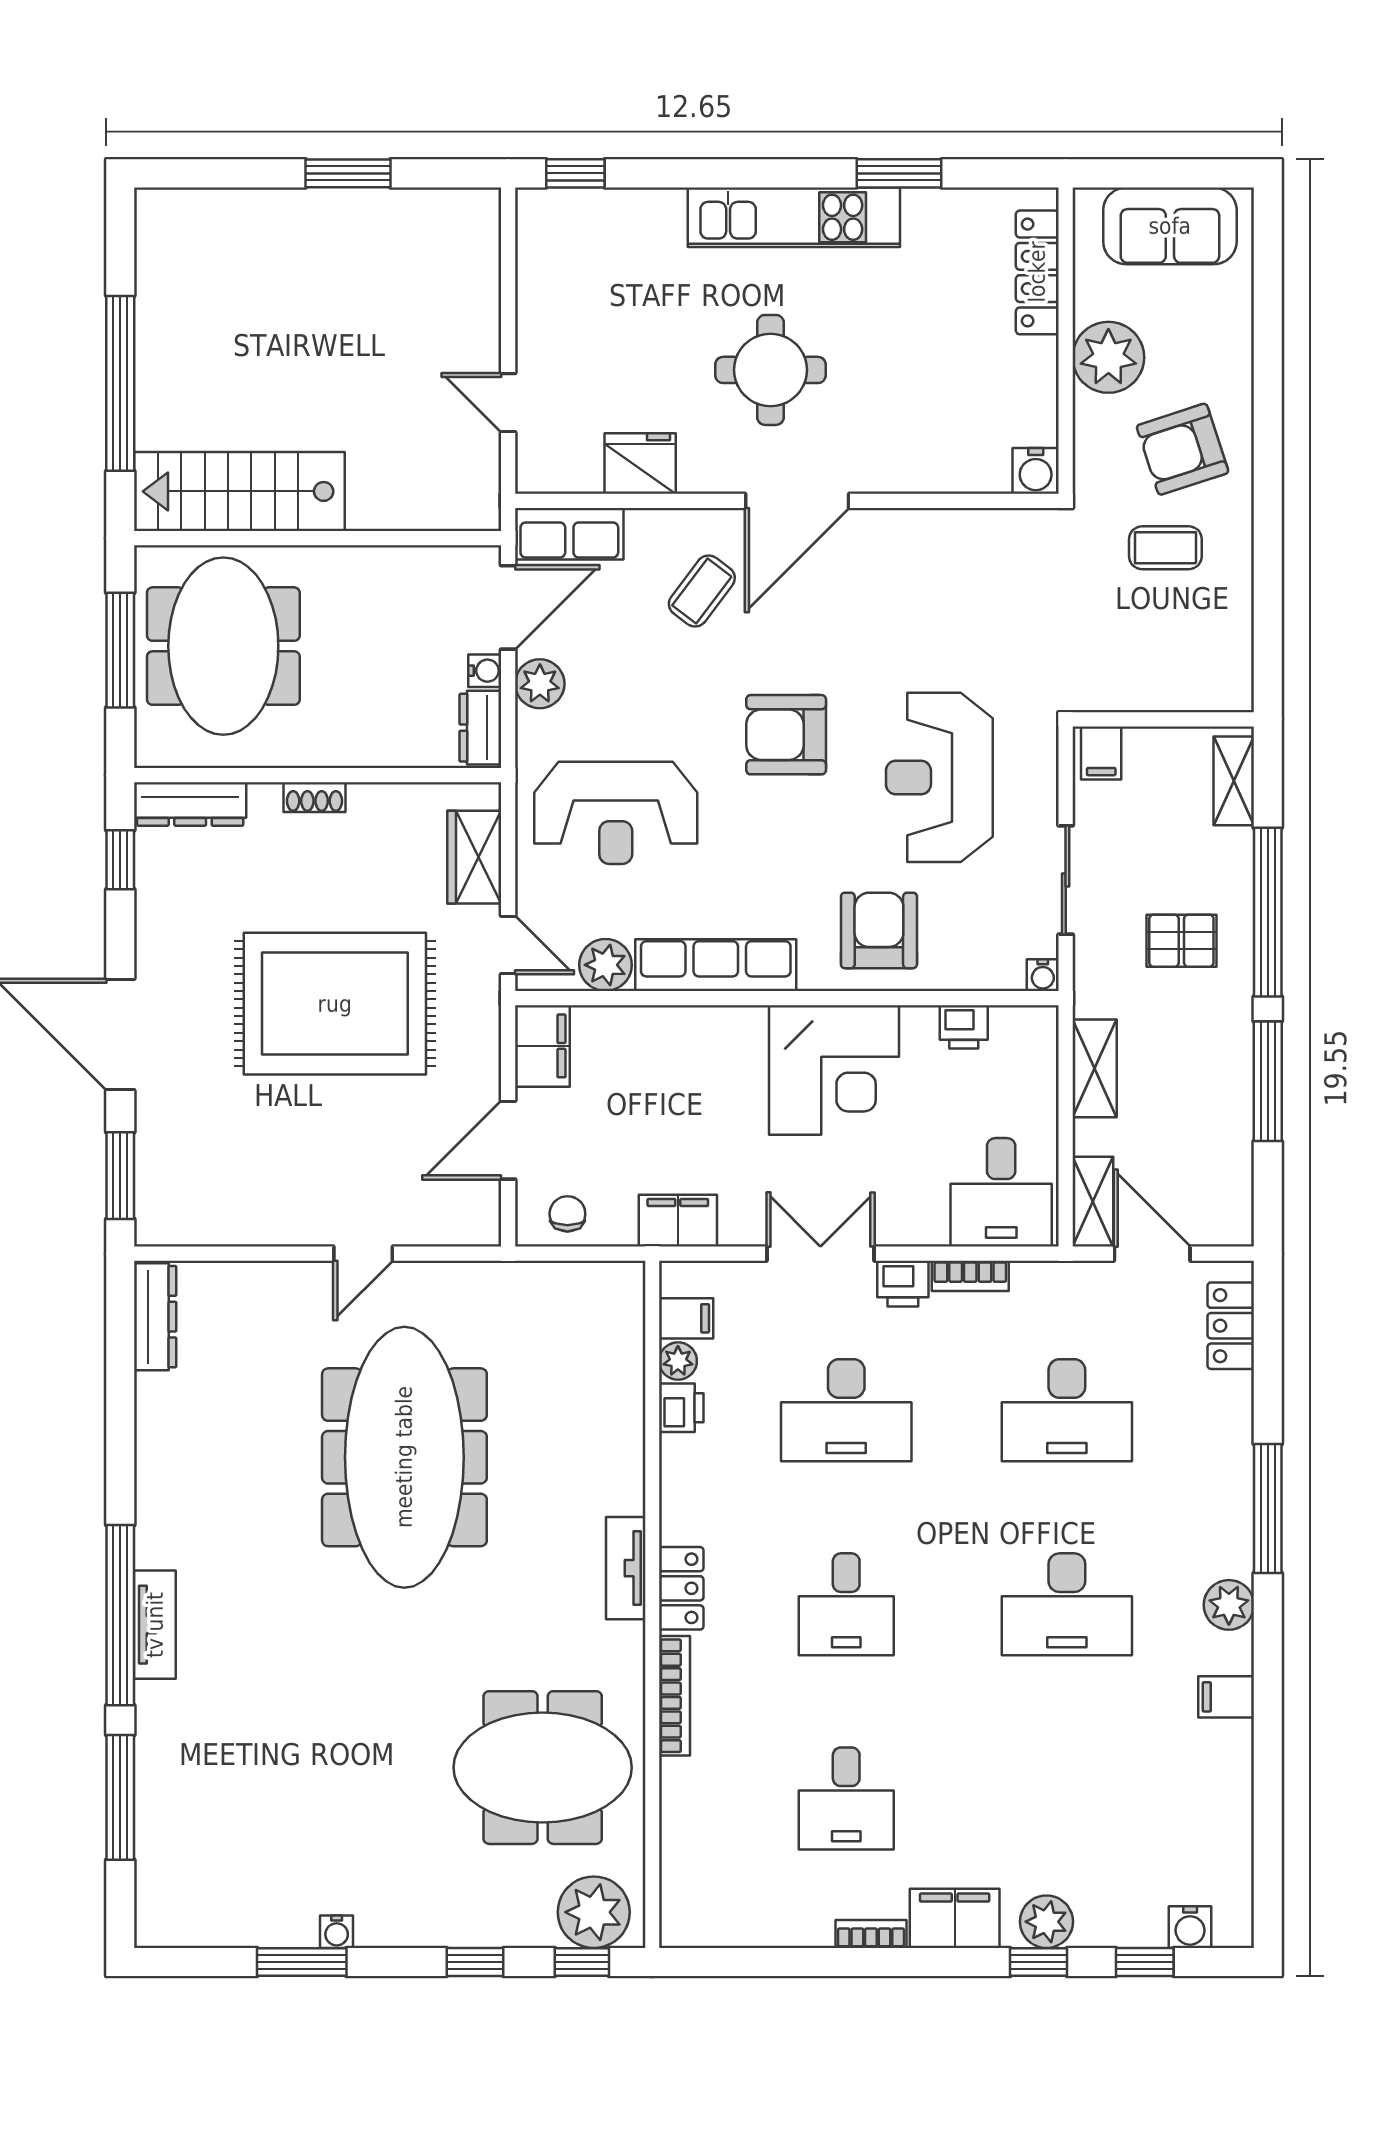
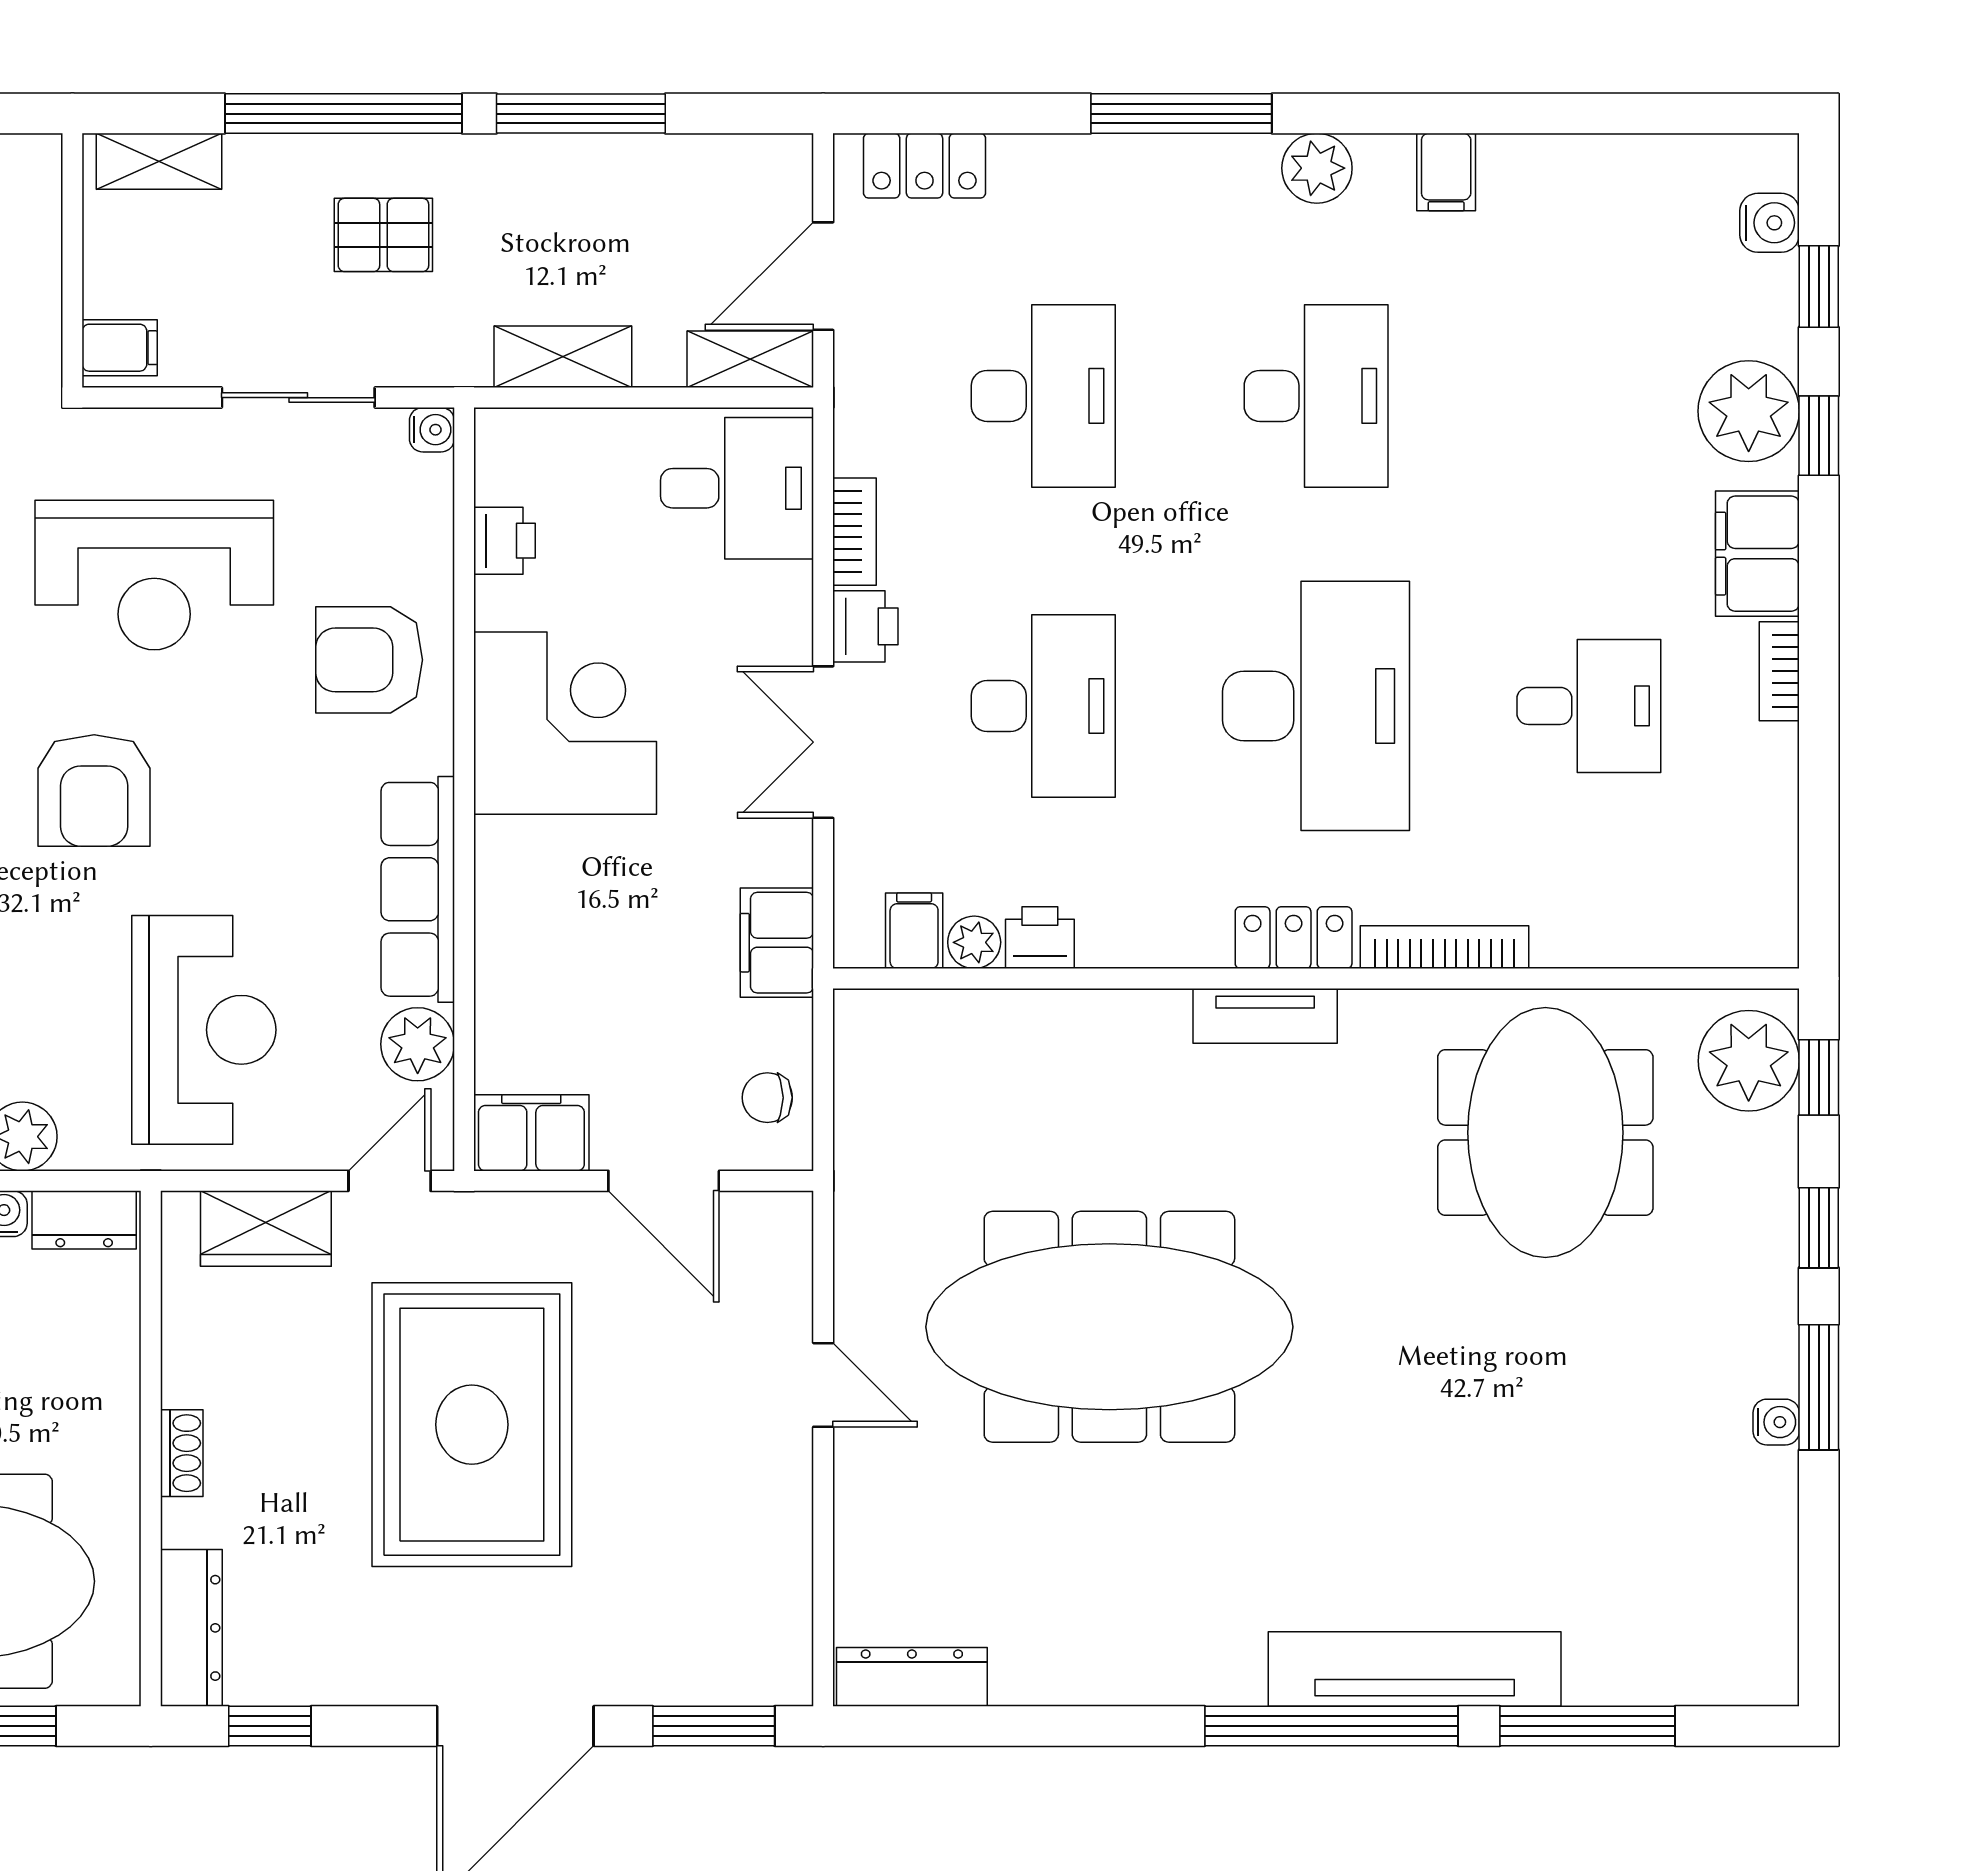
pallet: (1181, 941) -> (383, 235), turned 90
desk: (846, 1604) -> (1316, 706), width x1.87, depth x1.30
tv unit: (155, 1625) -> (1415, 1669), width x1.92, depth x1.29
plant: (1046, 1922) -> (1749, 411), width x1.36, depth x1.36
window: (302, 1962) -> (1819, 1387), moved

